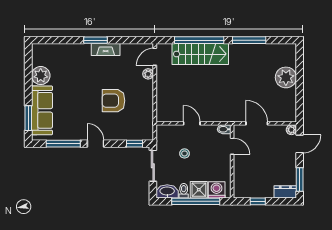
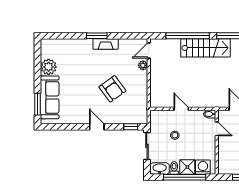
stairs: (200, 54) -> (205, 48), moved
armchair: (113, 101) -> (112, 89), turned -126
window: (63, 144) -> (68, 127), removed

